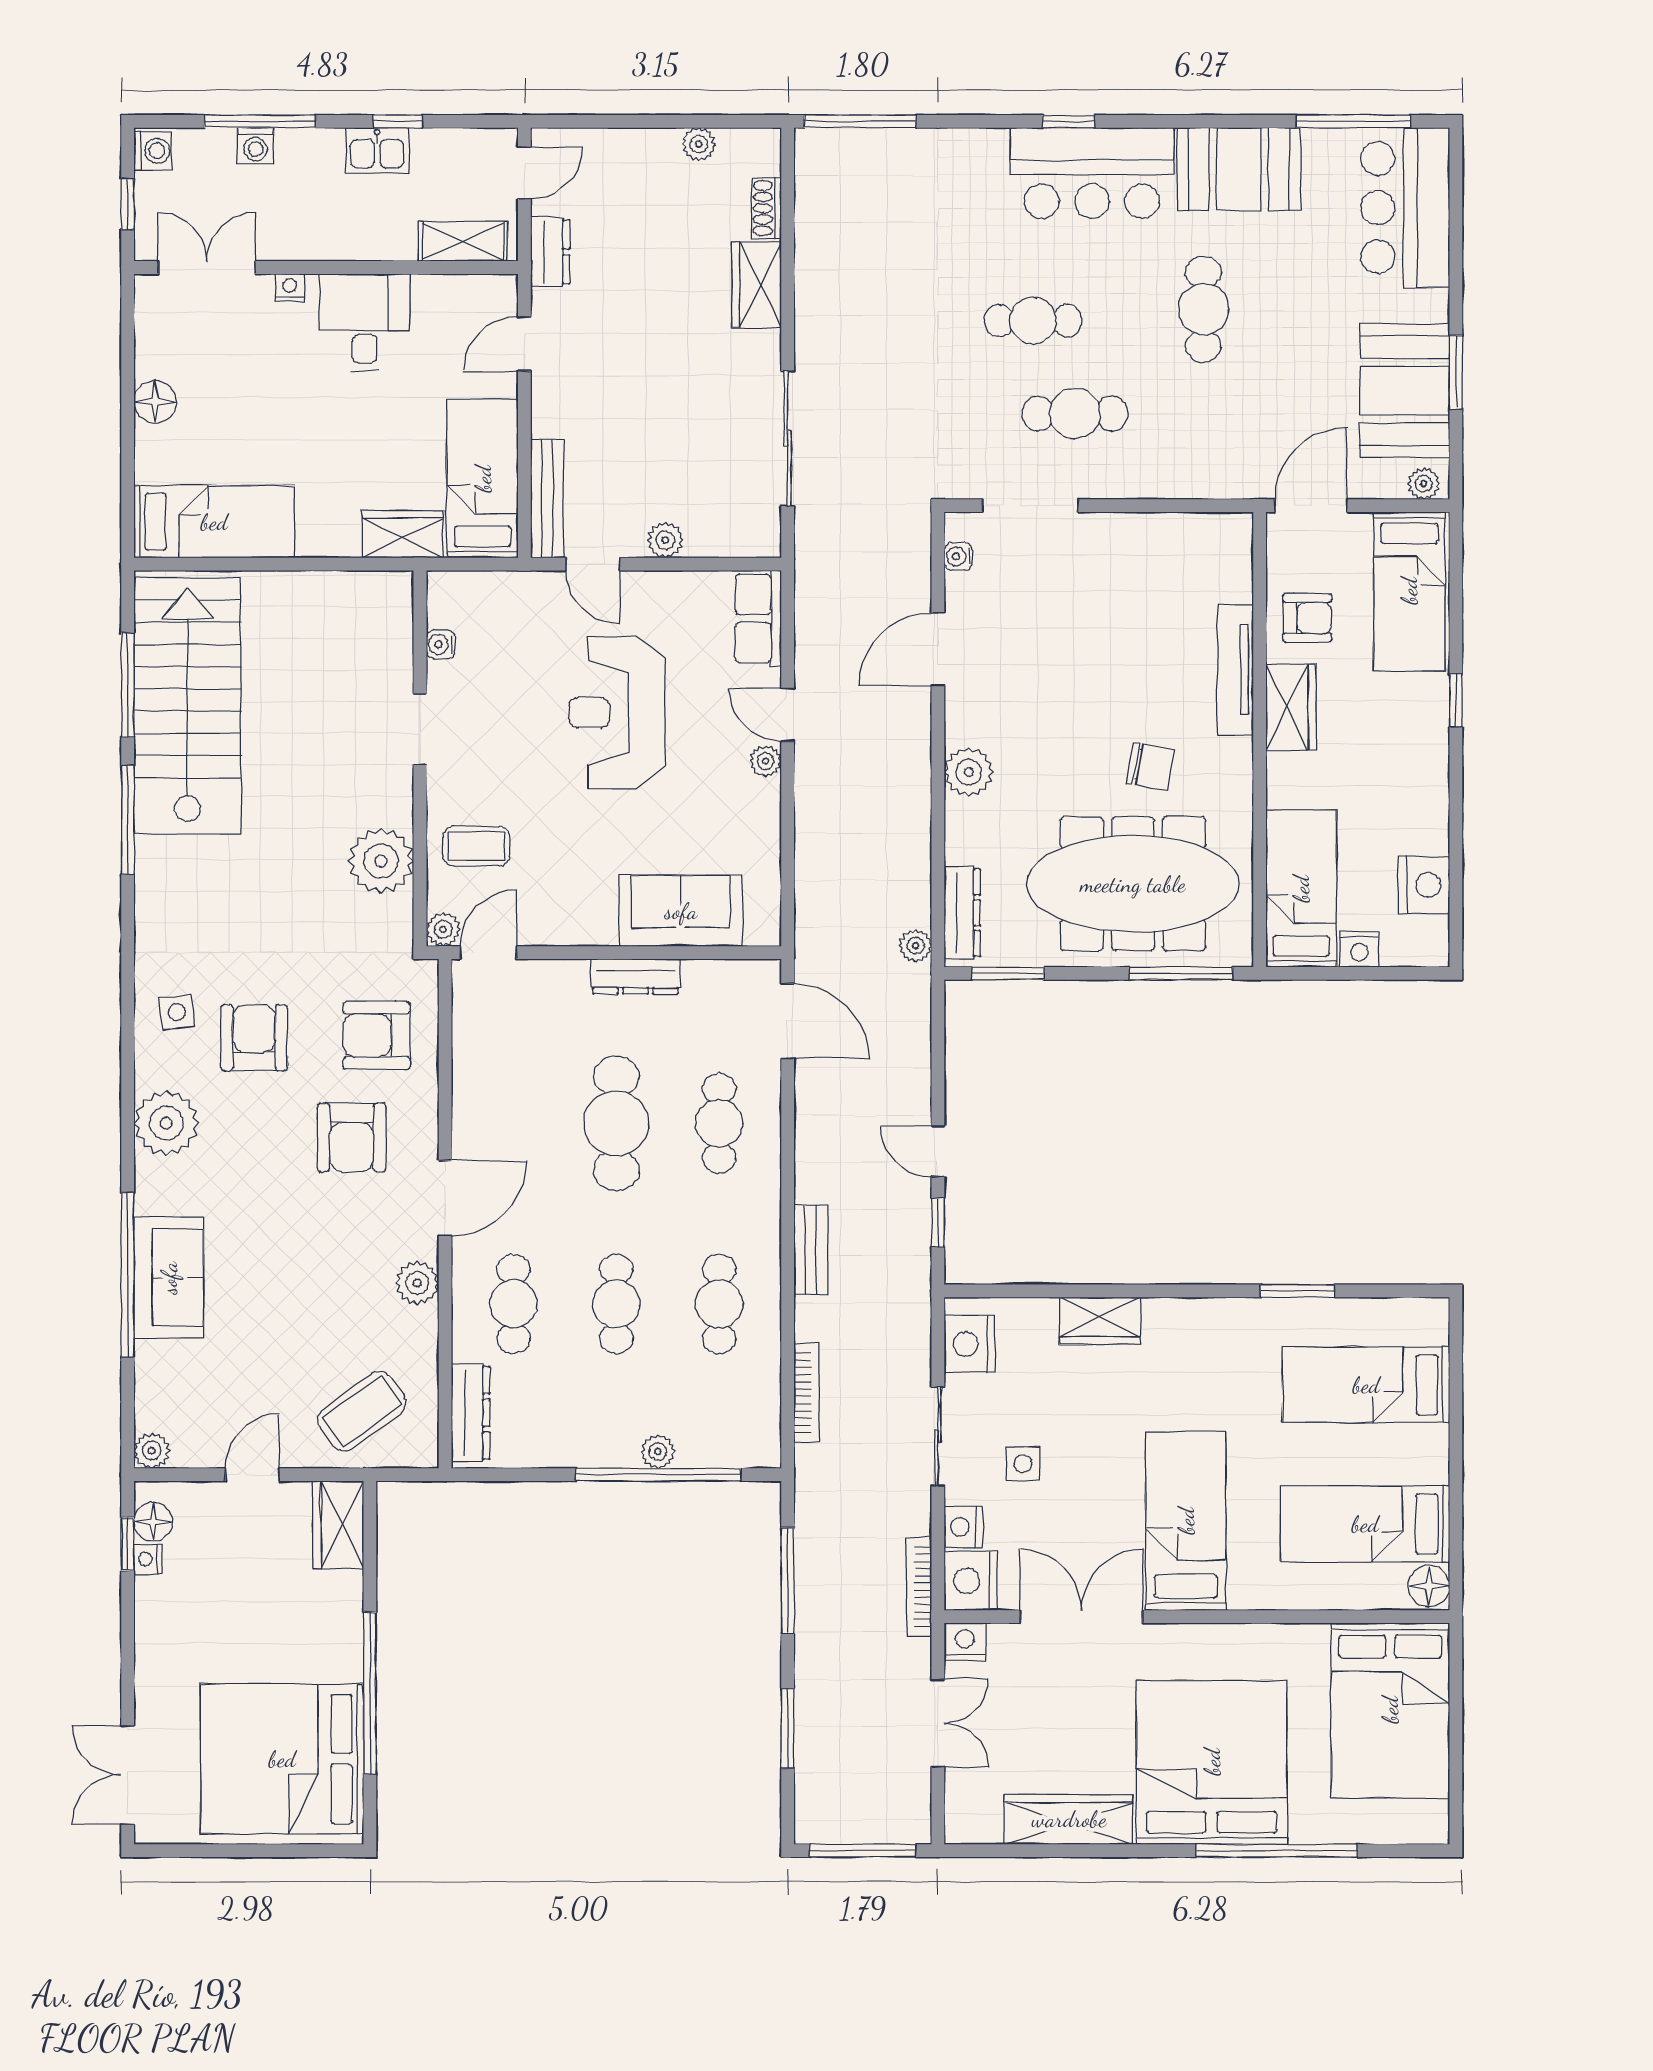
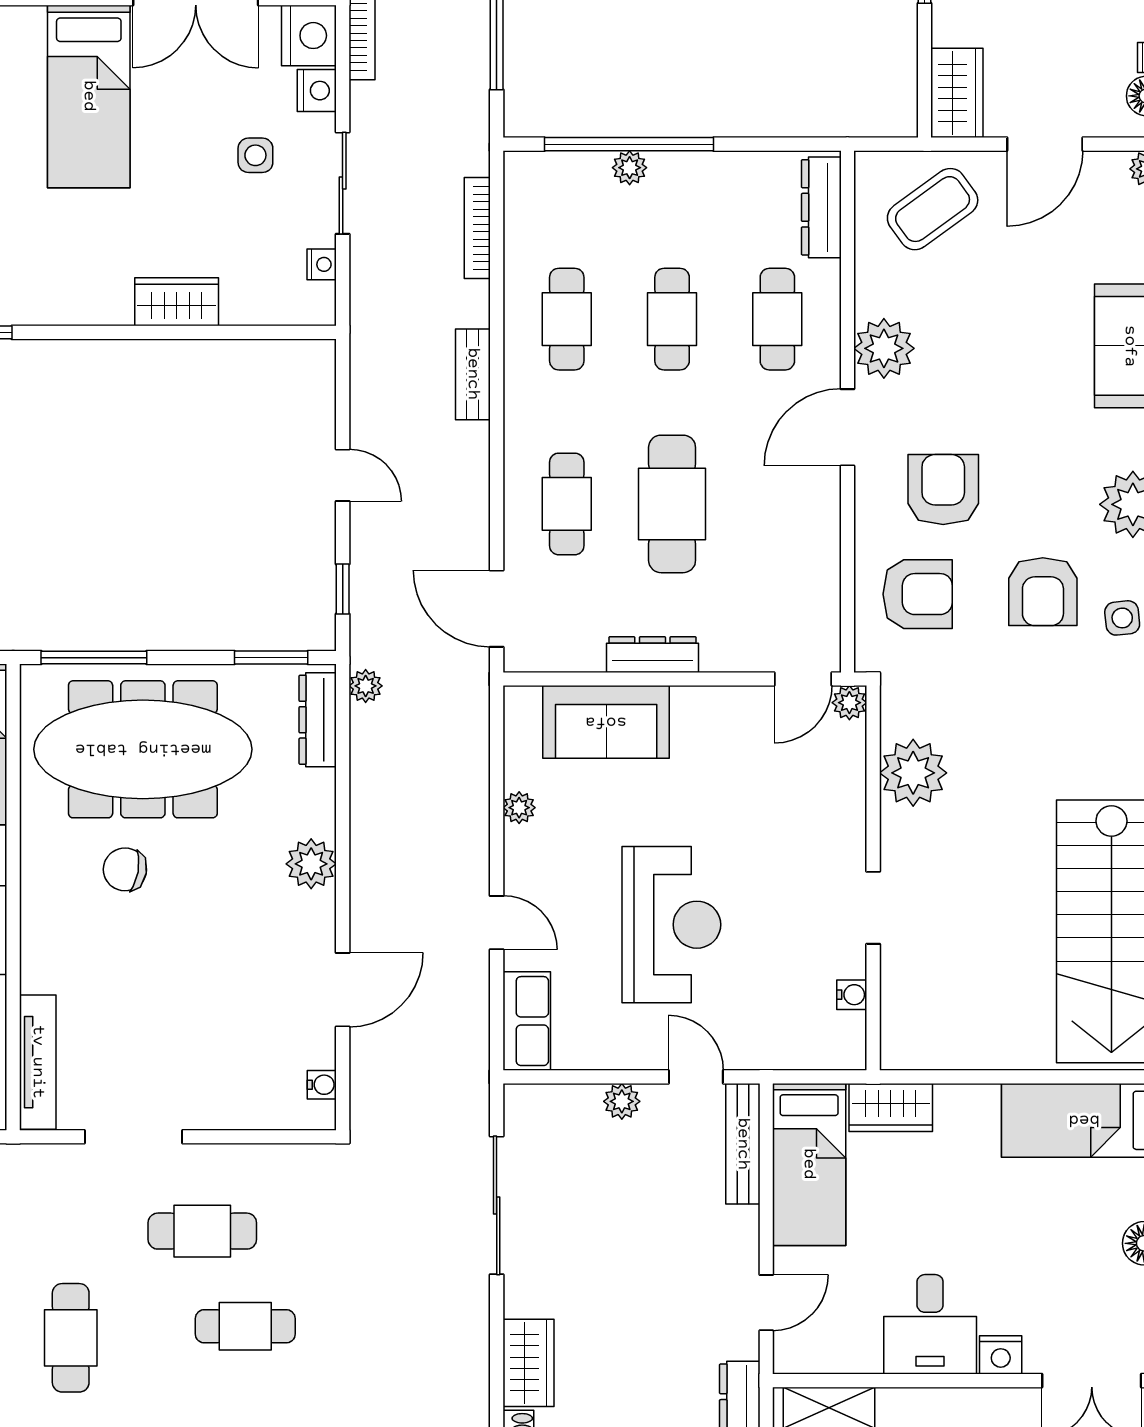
nightstand: (290, 288) -> (1001, 1355), width x1.39, depth x1.35
doorway: (1030, 506) -> (134, 1137), moved
tv unit: (1236, 670) -> (38, 1062), moved
plant: (766, 761) -> (519, 808), moved
coffee table: (476, 846) -> (815, 788), removed
window: (938, 1222) -> (343, 589), moved
plant: (417, 1283) -> (884, 348), width x1.36, depth x1.36
nightstand: (970, 1344) -> (322, 264), width x0.53, depth x0.56
door: (252, 1475) -> (1045, 144), width x1.38

